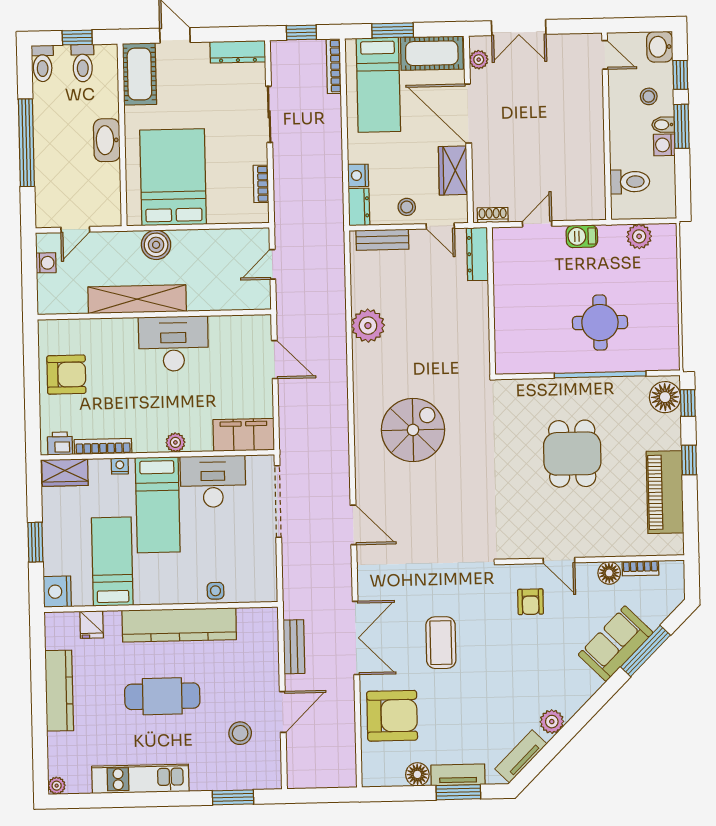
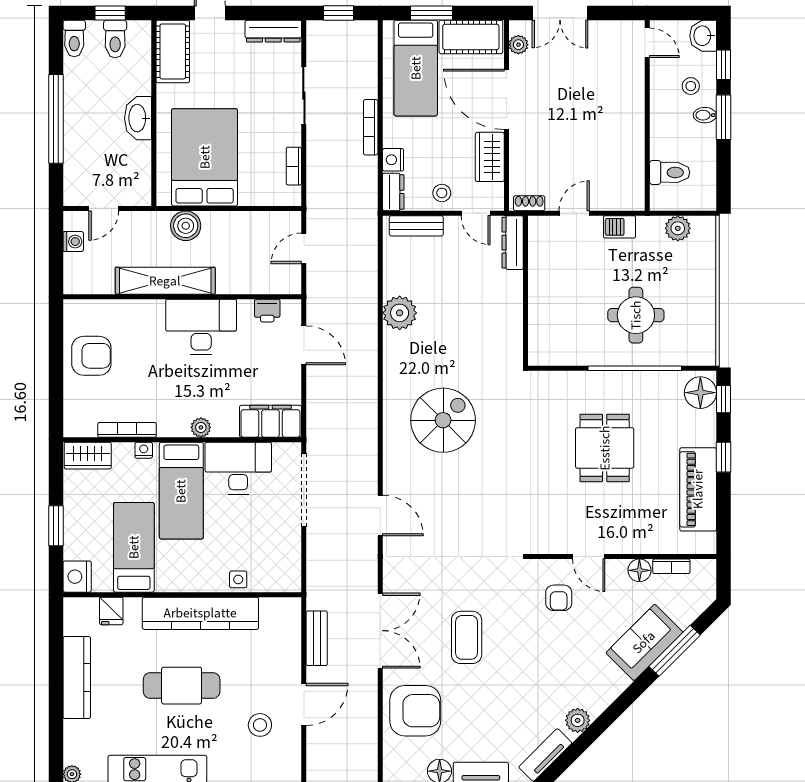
bookcase: (334, 66) -> (371, 127), moved
washing machine: (664, 145) -> (705, 136), removed
printer: (60, 443) -> (267, 311), moved, turned 180

